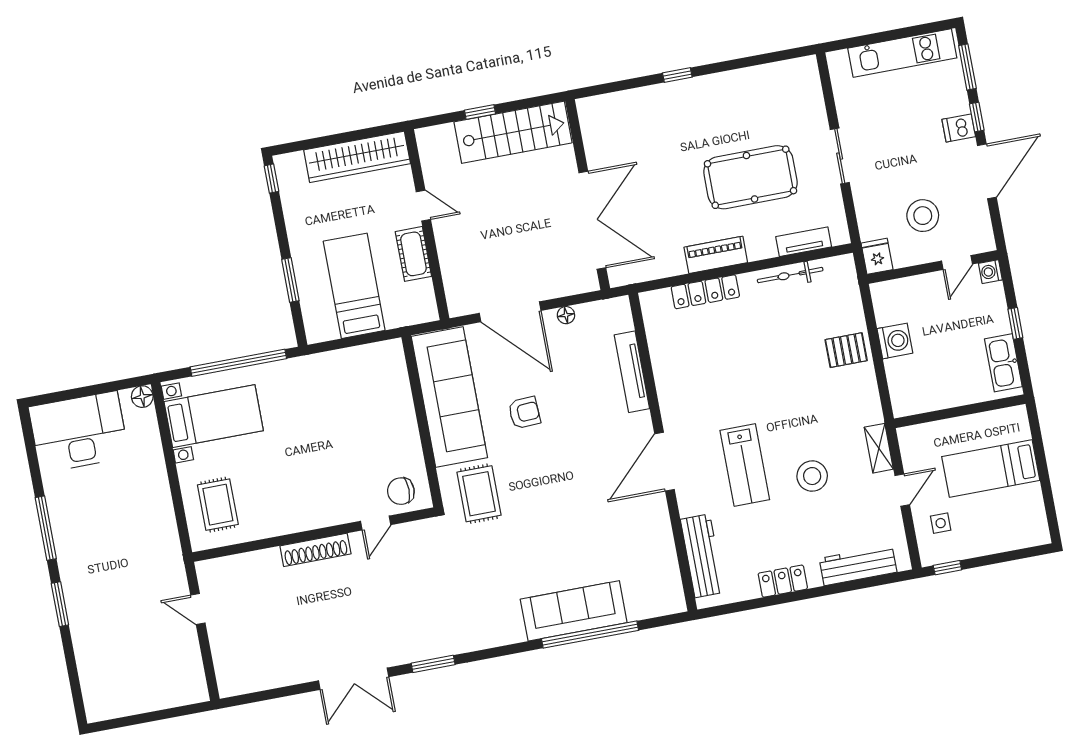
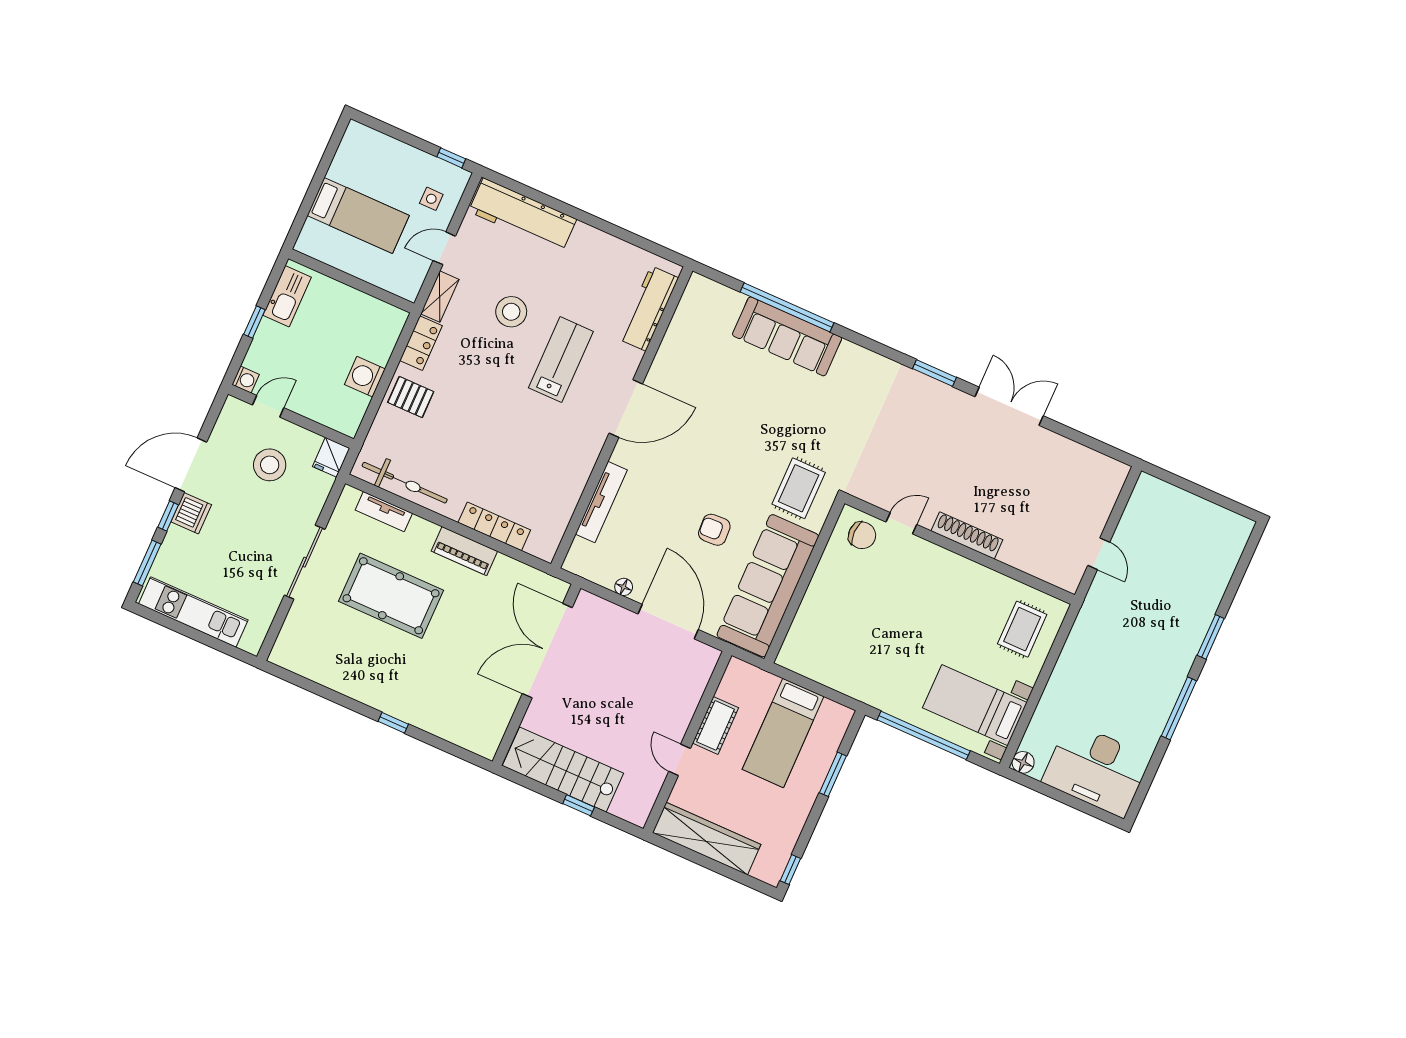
dishwasher: (959, 128) -> (191, 513), width x1.38
sliding door: (840, 156) -> (305, 562), width x1.37
bicycle: (790, 275) -> (405, 483), width x1.37, depth x1.40
workbench: (858, 565) -> (522, 215), width x1.36, depth x1.32
locker: (783, 581) -> (421, 343), moved, turned -90

